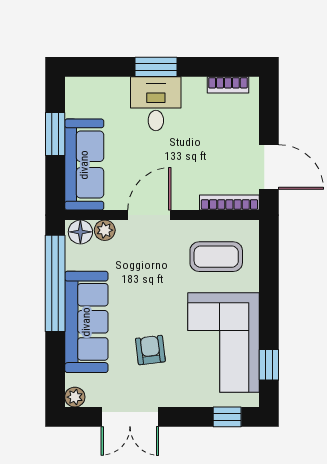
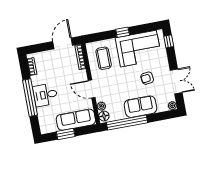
window: (156, 67) -> (30, 98), width x2.11
sofa: (86, 322) -> (140, 107), width x0.73
window: (269, 365) -> (123, 32), moved

